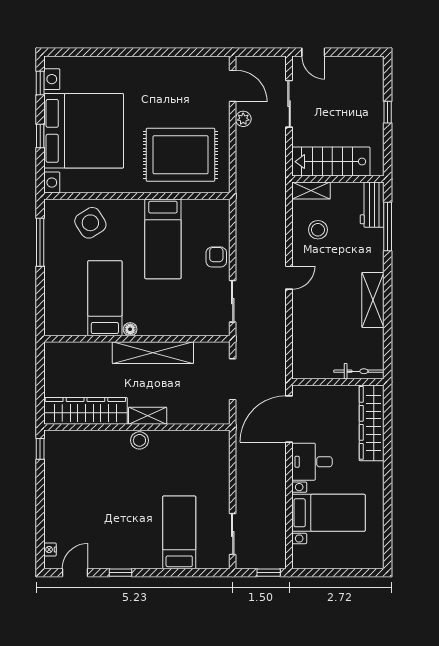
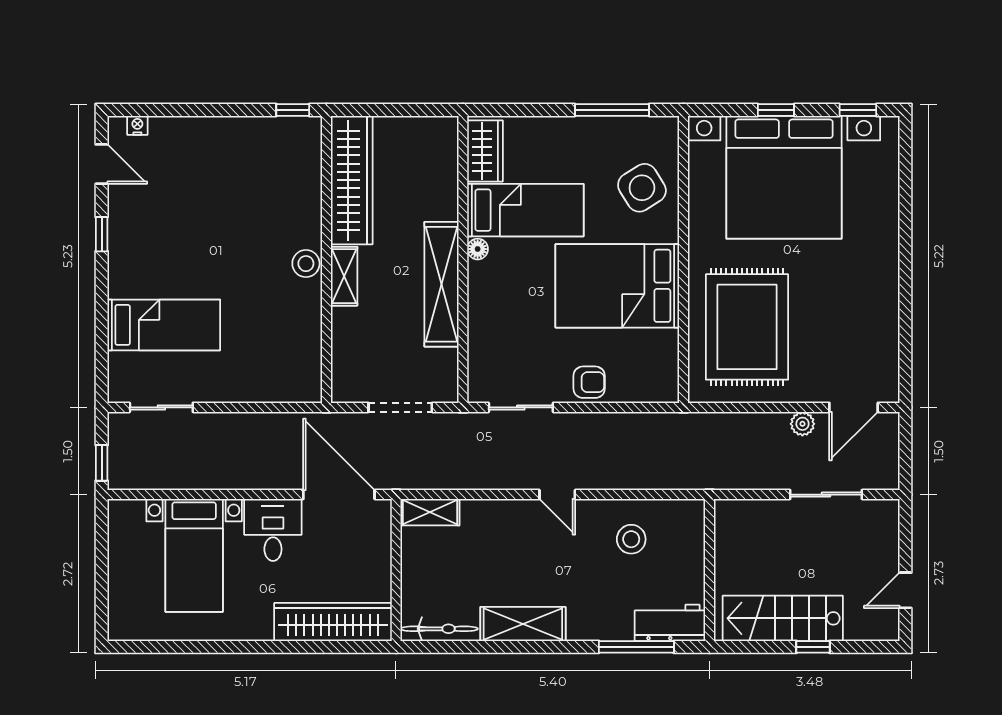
door: (313, 52) -> (905, 590), moved
stairs: (331, 162) -> (783, 618), moved, turned -90
shelving: (311, 190) -> (430, 512), moved, turned 90
bed: (163, 239) -> (617, 286), width x1.50
wardrobe: (67, 324) -> (485, 151), added
bicycle: (359, 371) -> (439, 629), moved, turned -90

